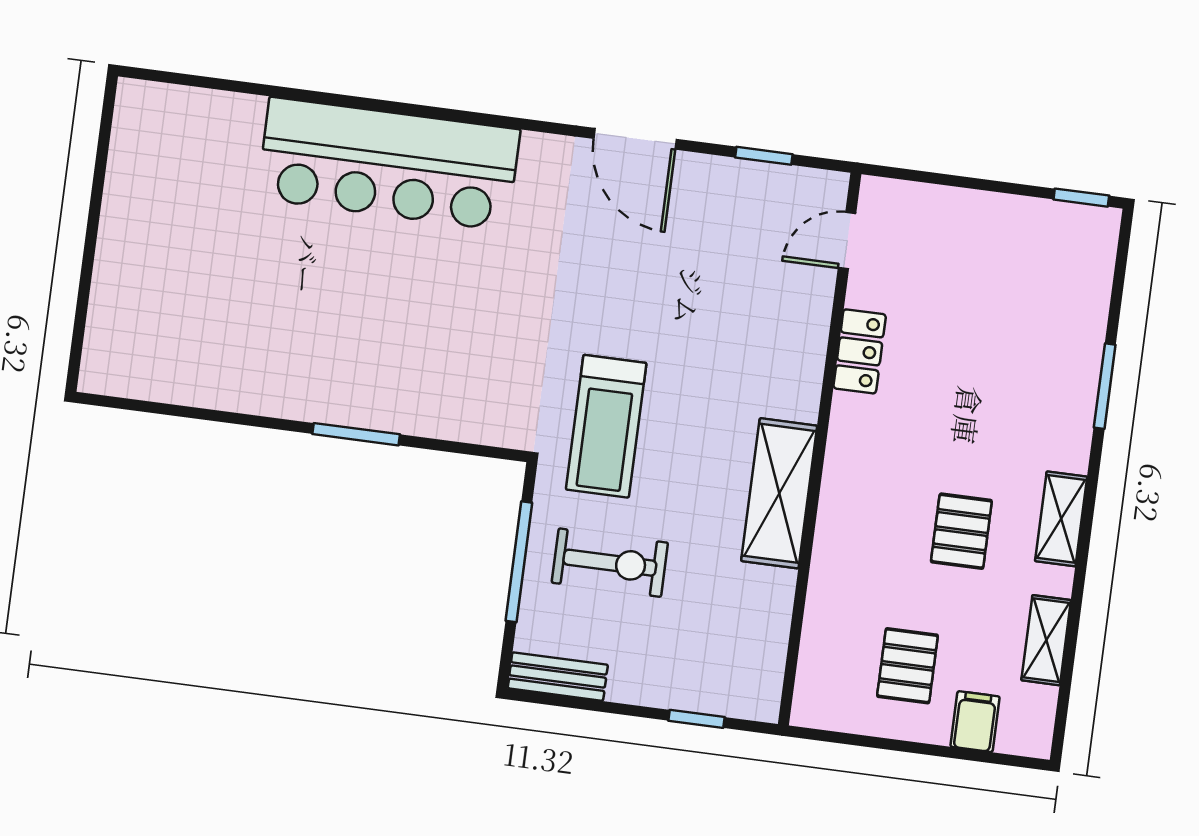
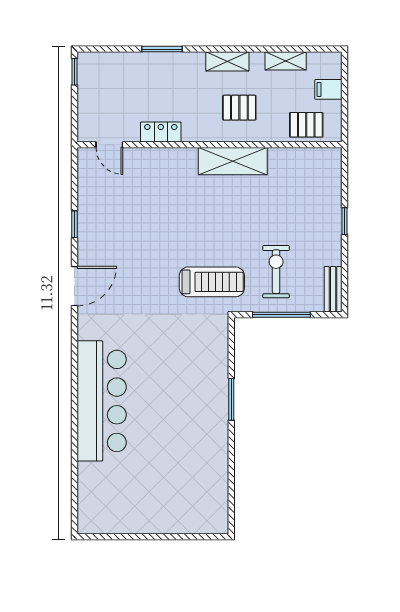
door: (847, 241) -> (109, 145), moved
locker: (860, 351) -> (161, 132), moved
wall: (820, 449) -> (209, 145), moved
shelving: (779, 493) -> (233, 161), moved

